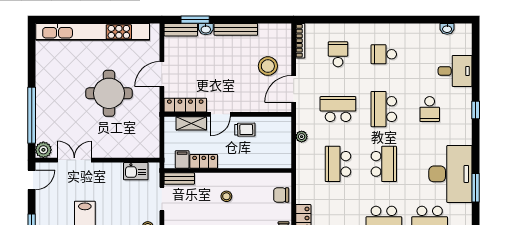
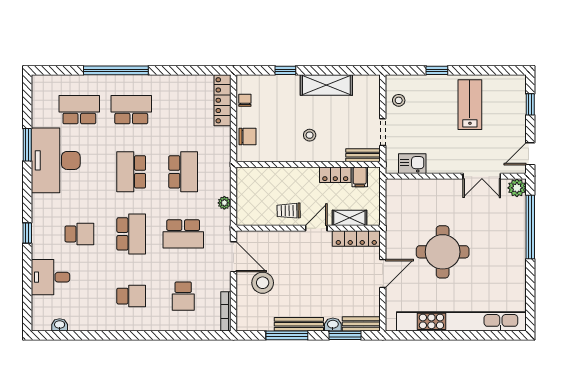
window: (246, 20) -> (287, 335), added
door: (294, 89) -> (234, 257), hinge flipped
school desk: (430, 109) -> (79, 234), turned 90

